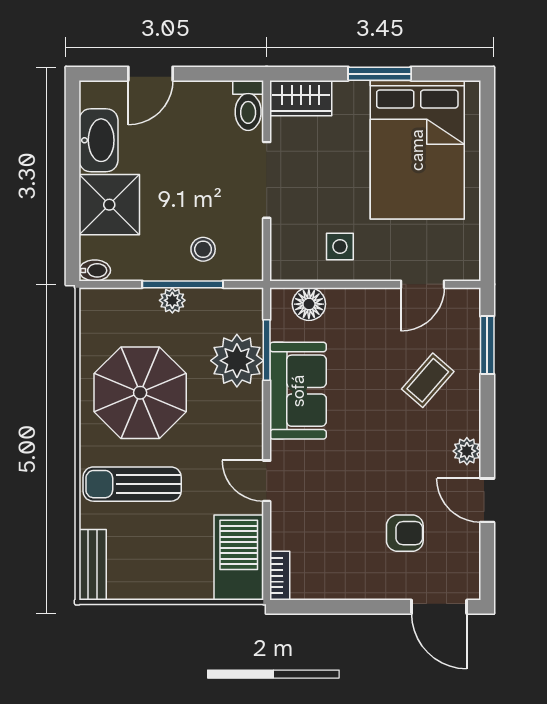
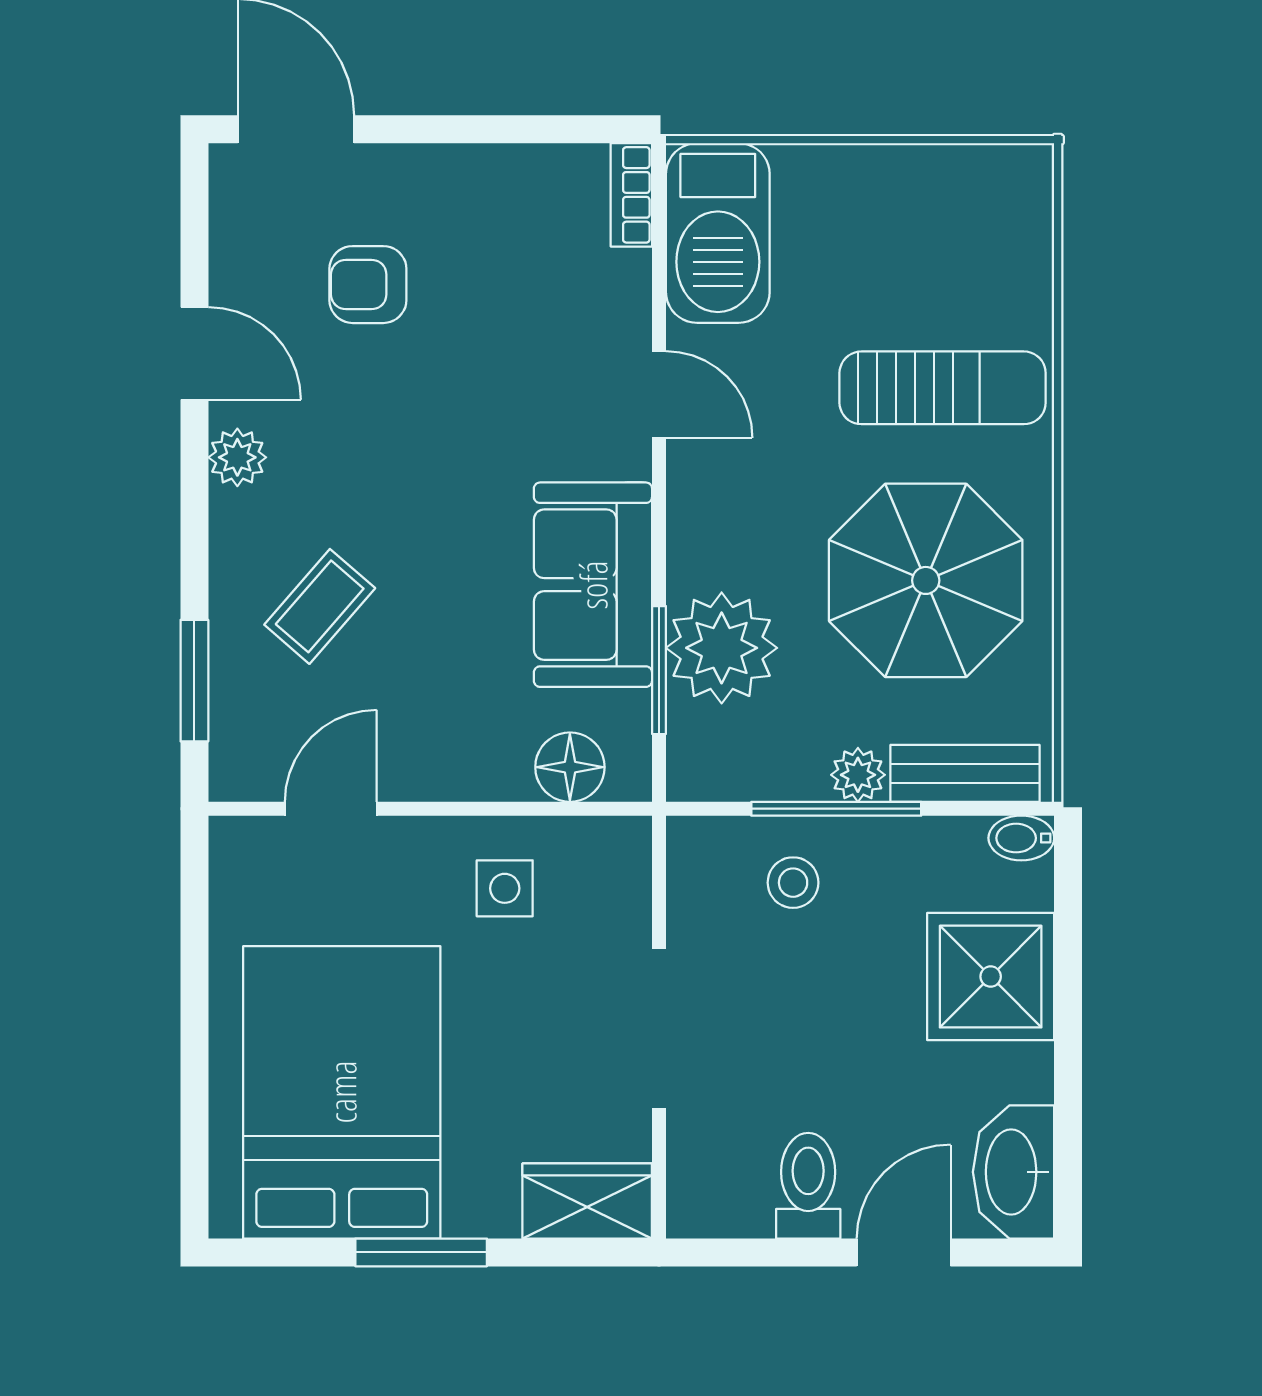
toilet: (248, 105) -> (808, 1186), moved
washbasin: (98, 140) -> (1014, 1172), moved
bench: (93, 565) -> (965, 773), moved, turned 90

